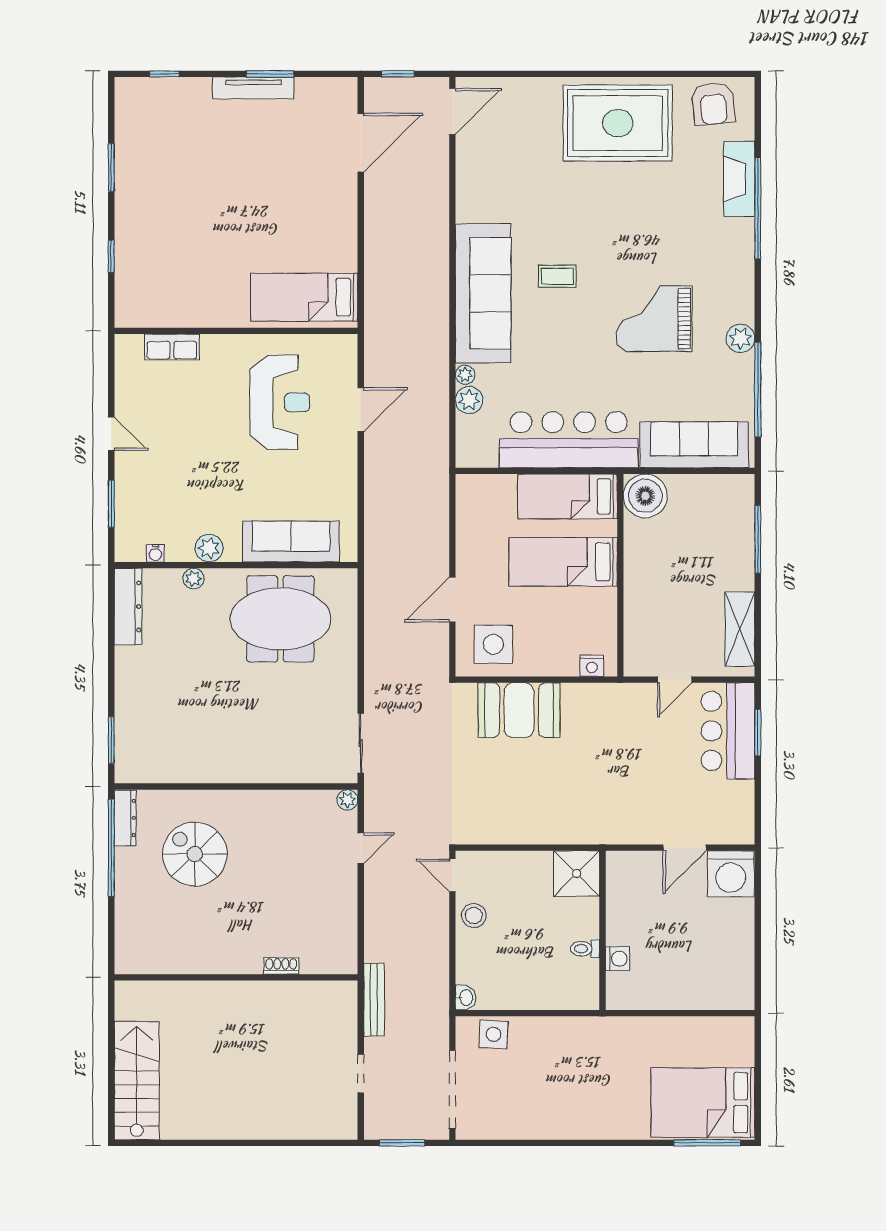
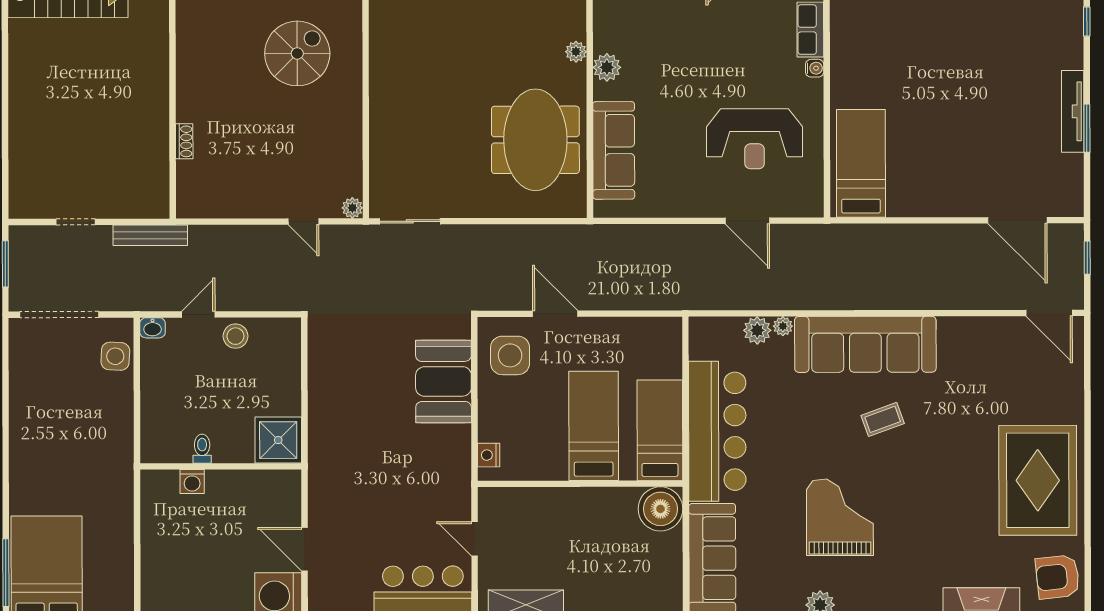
coffee table: (557, 276) -> (883, 419), turned 70
water cooler: (155, 553) -> (815, 68), moved, turned 180
door: (452, 875) -> (198, 314), moved

